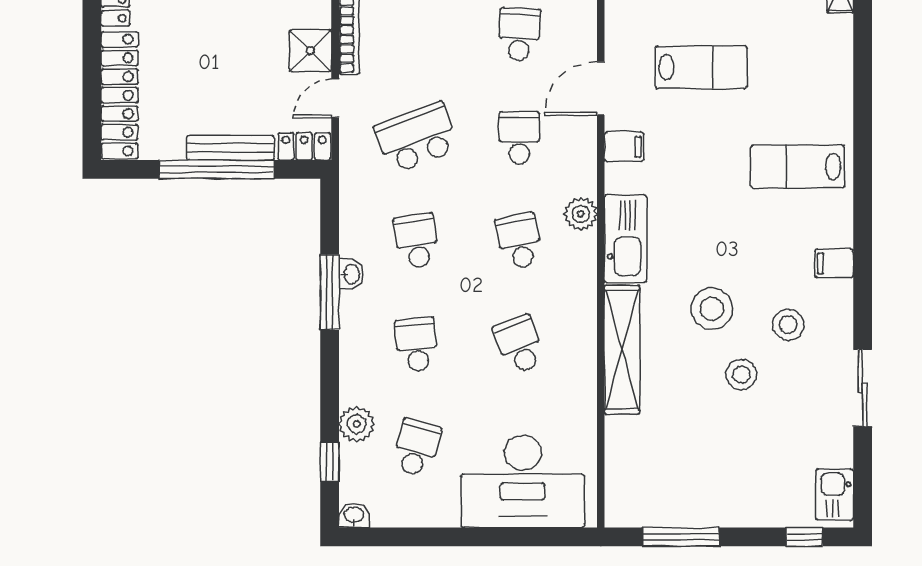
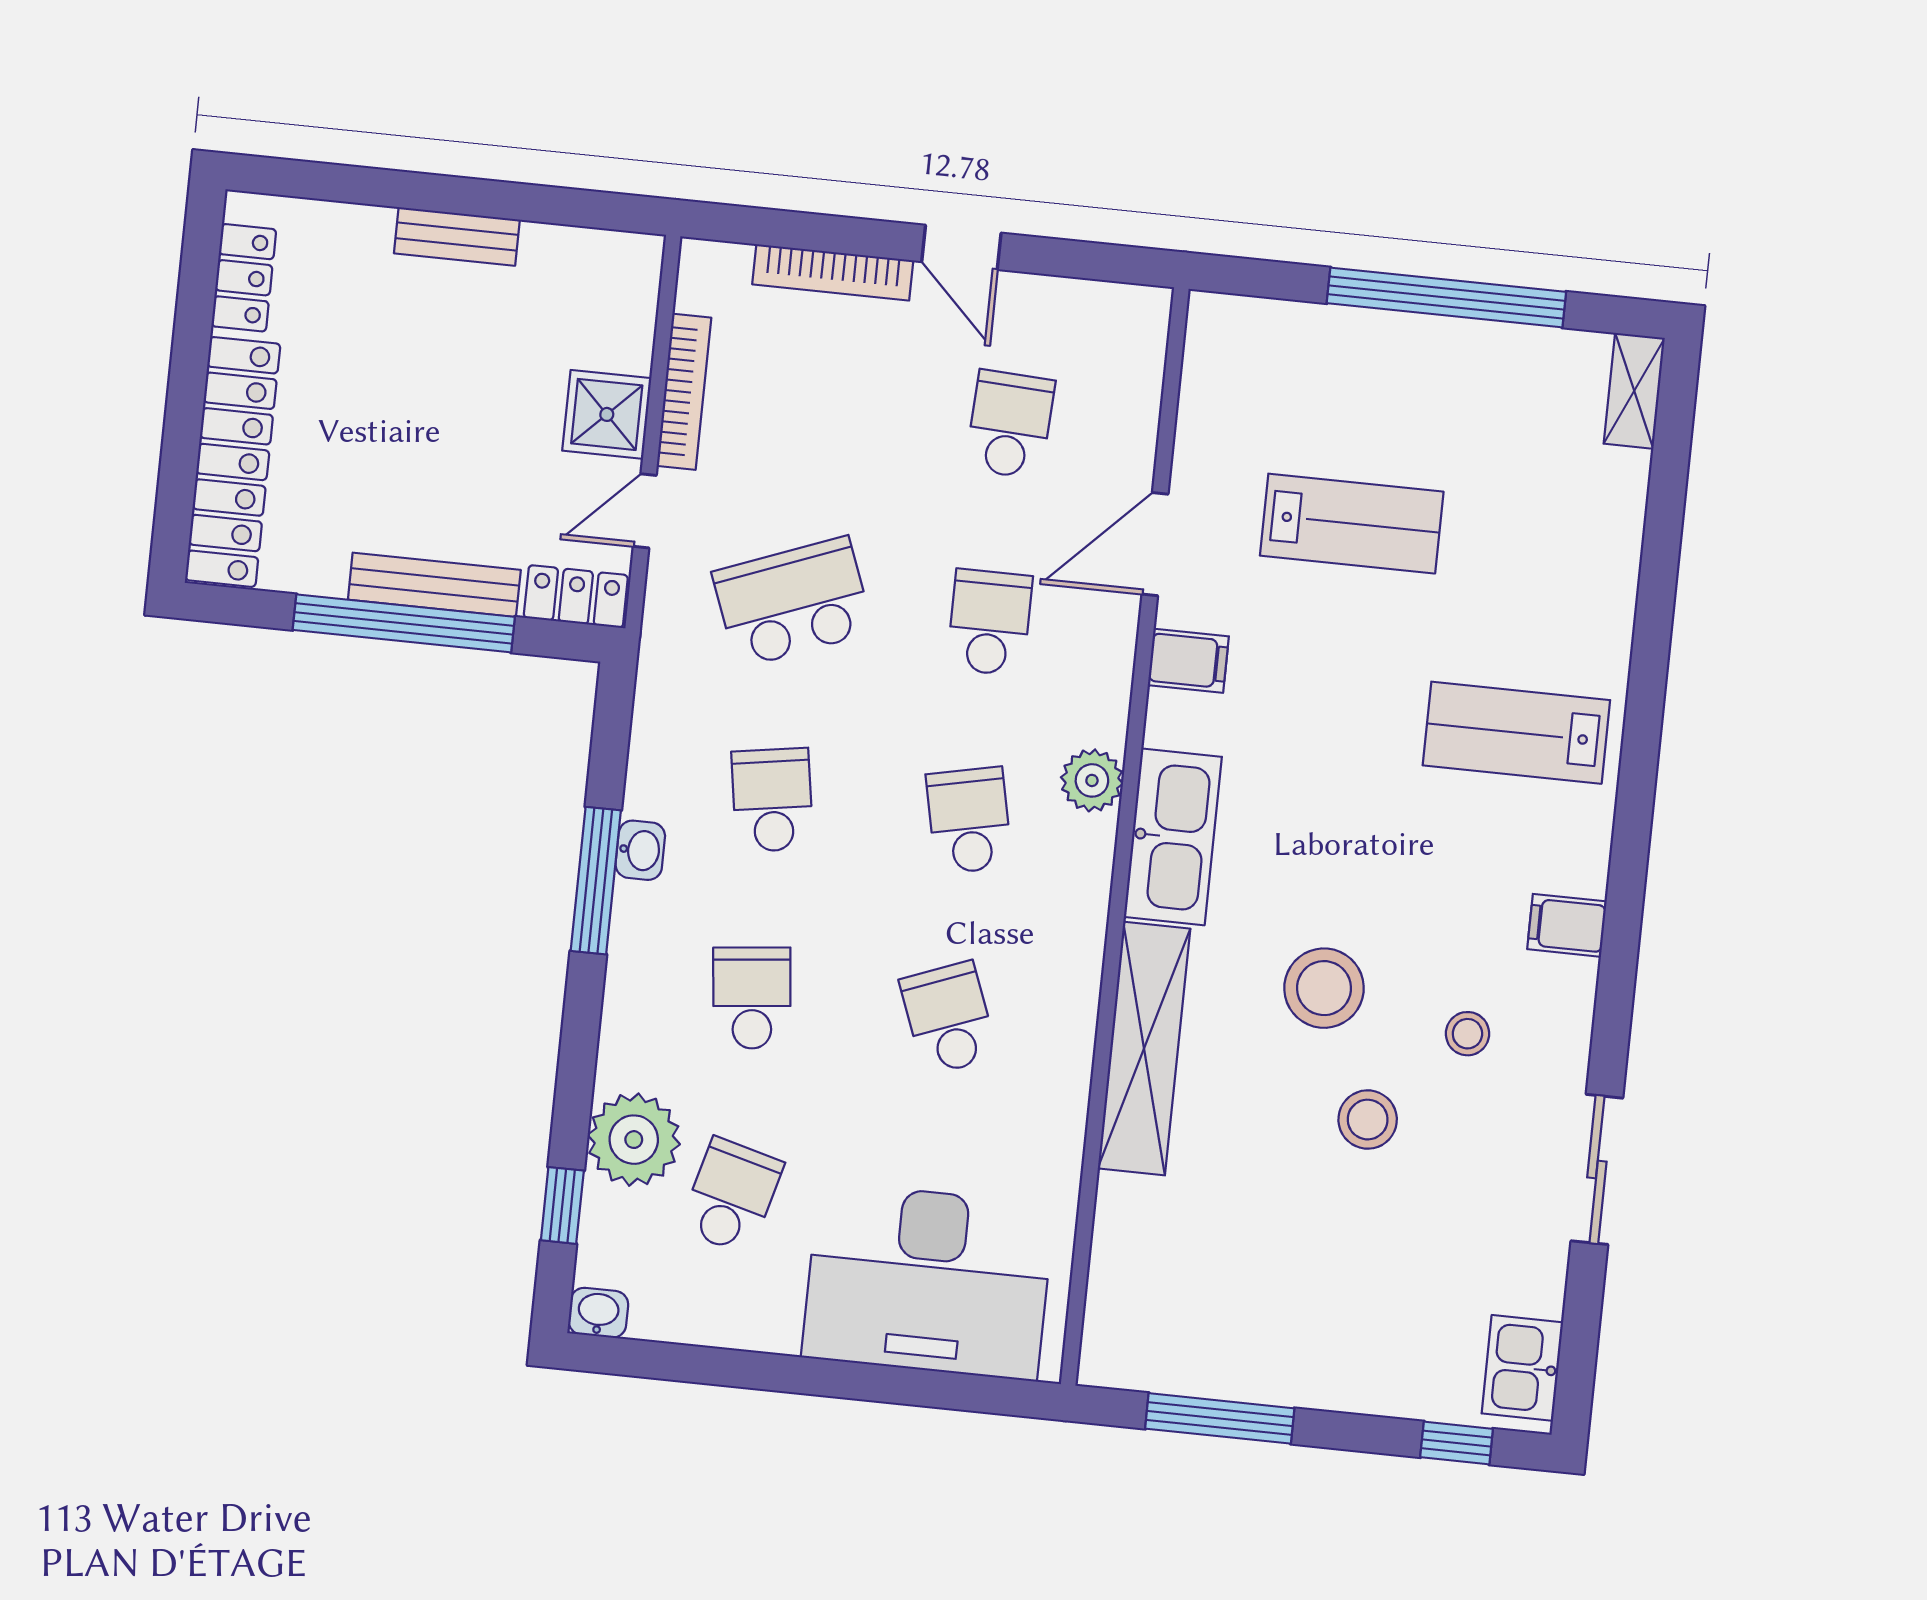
stool: (788, 325) -> (1467, 1034), width x0.73, depth x0.73
plant: (357, 424) -> (634, 1140), width x1.36, depth x1.36

